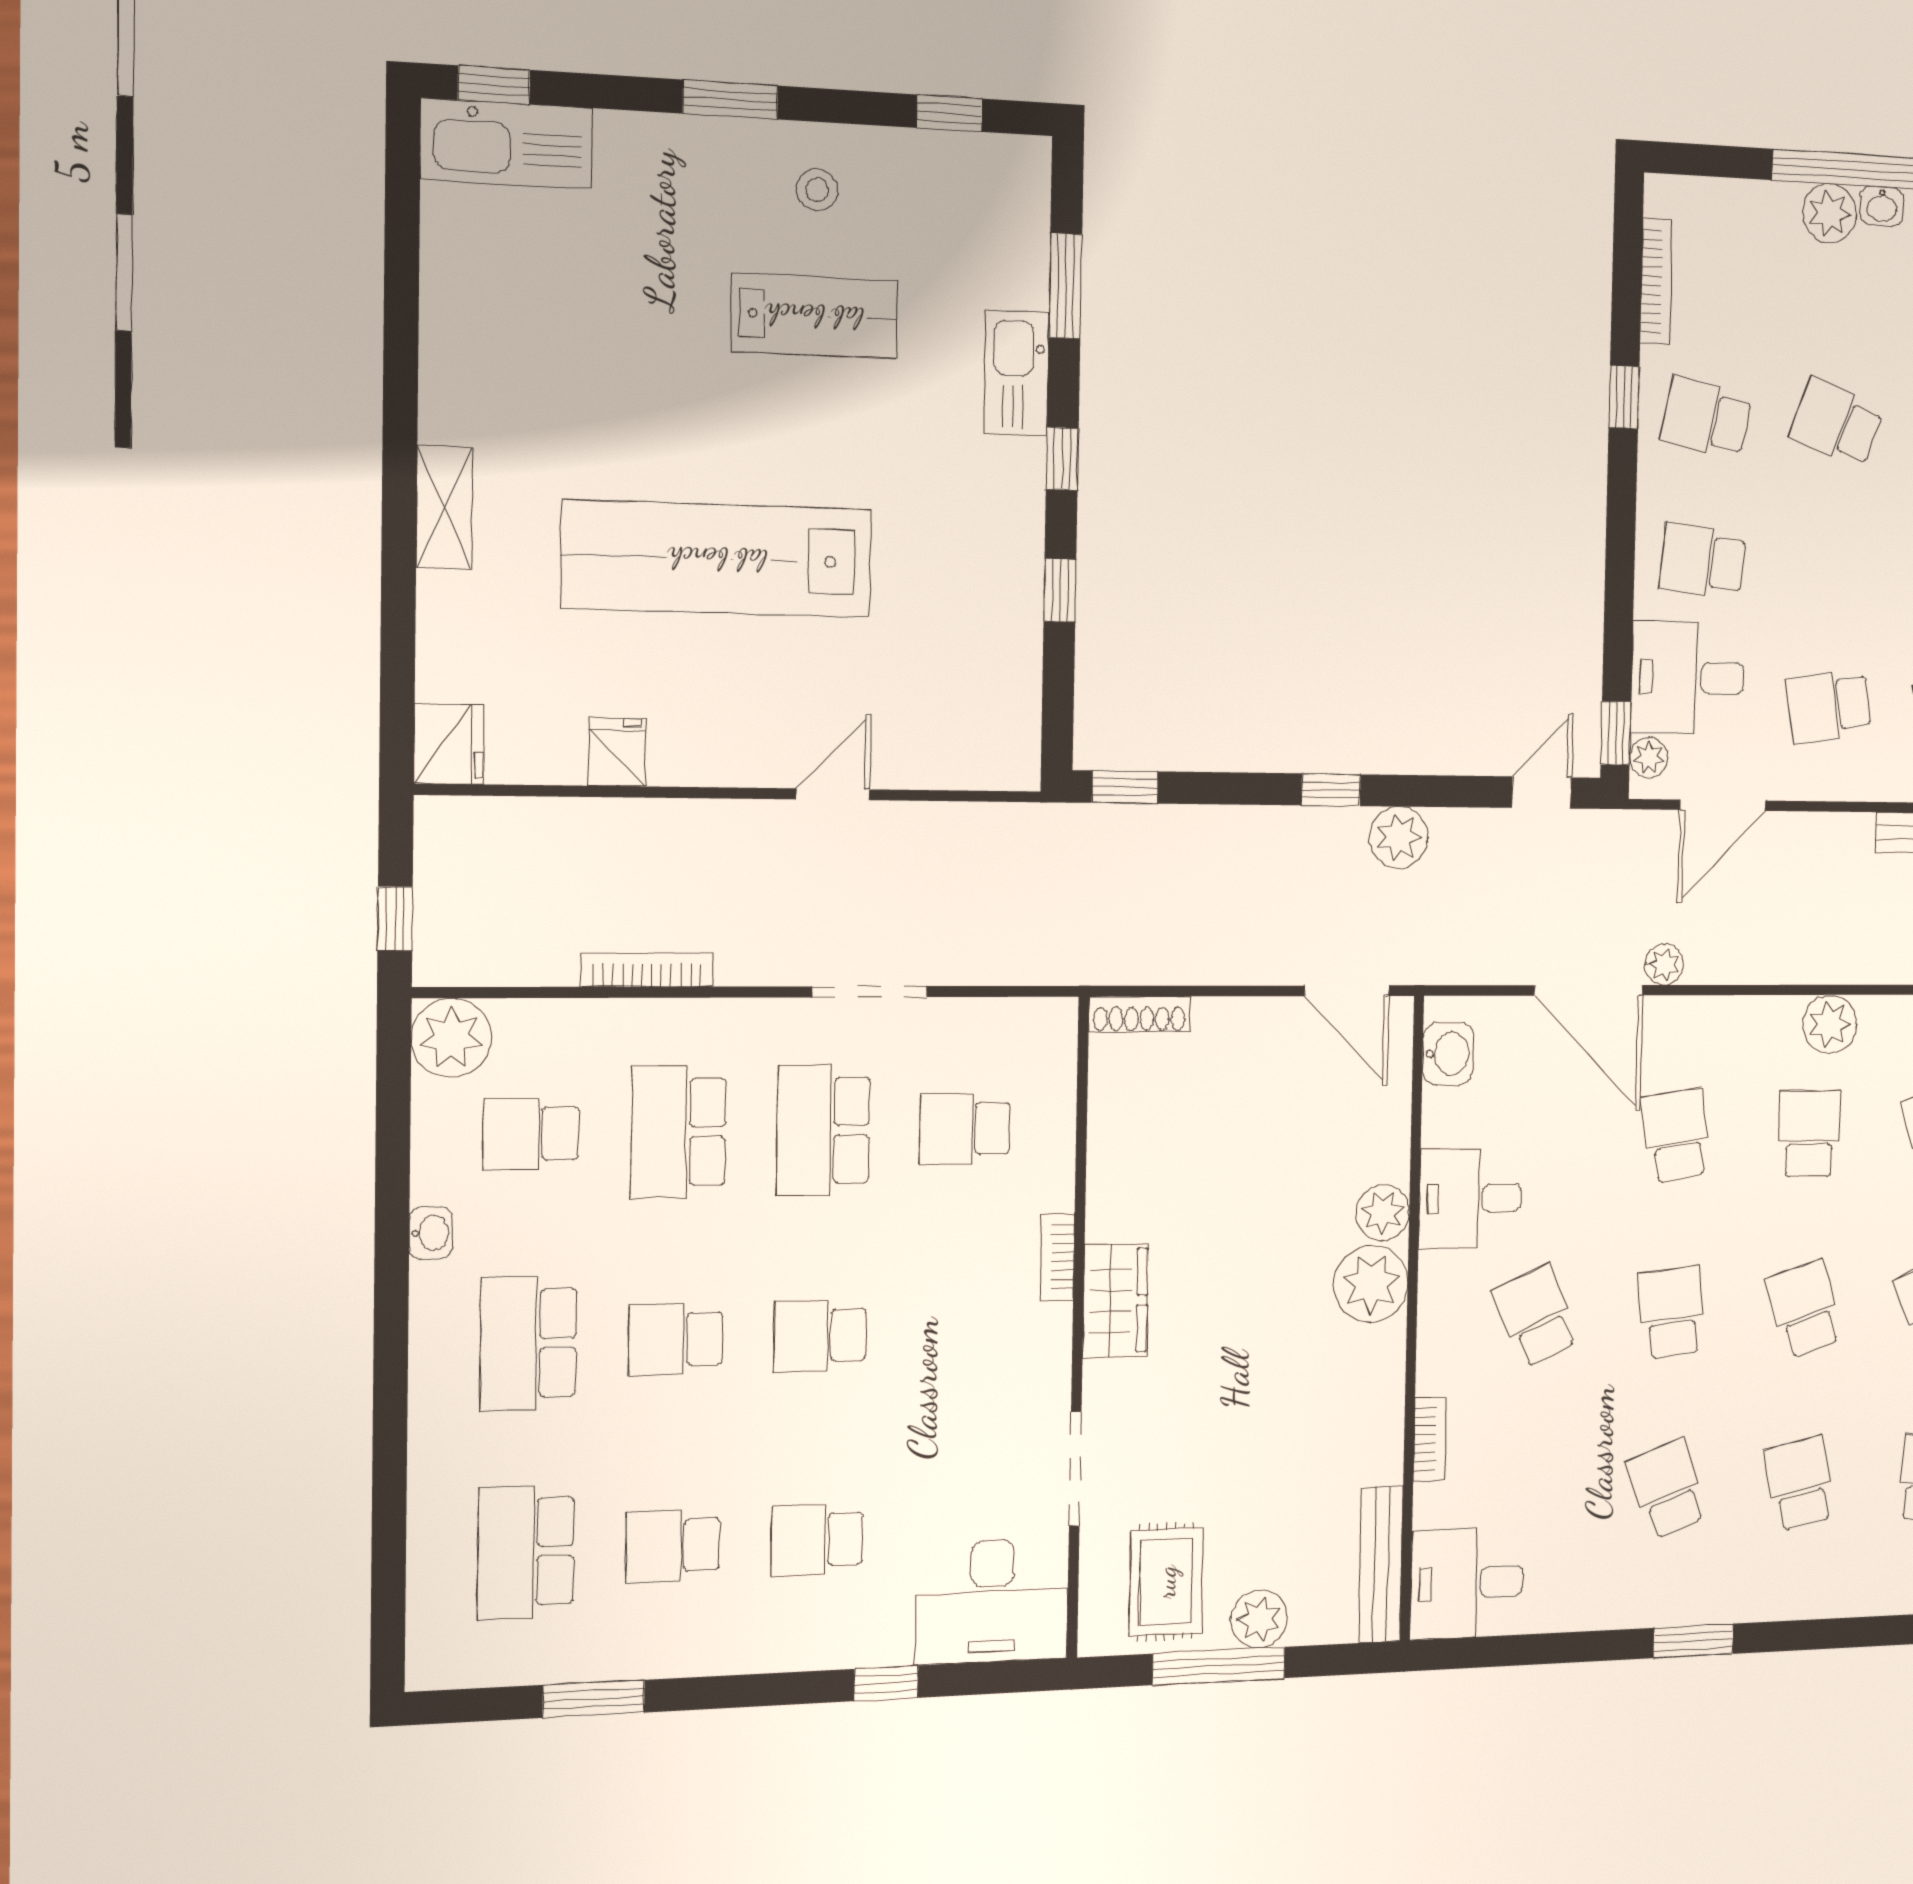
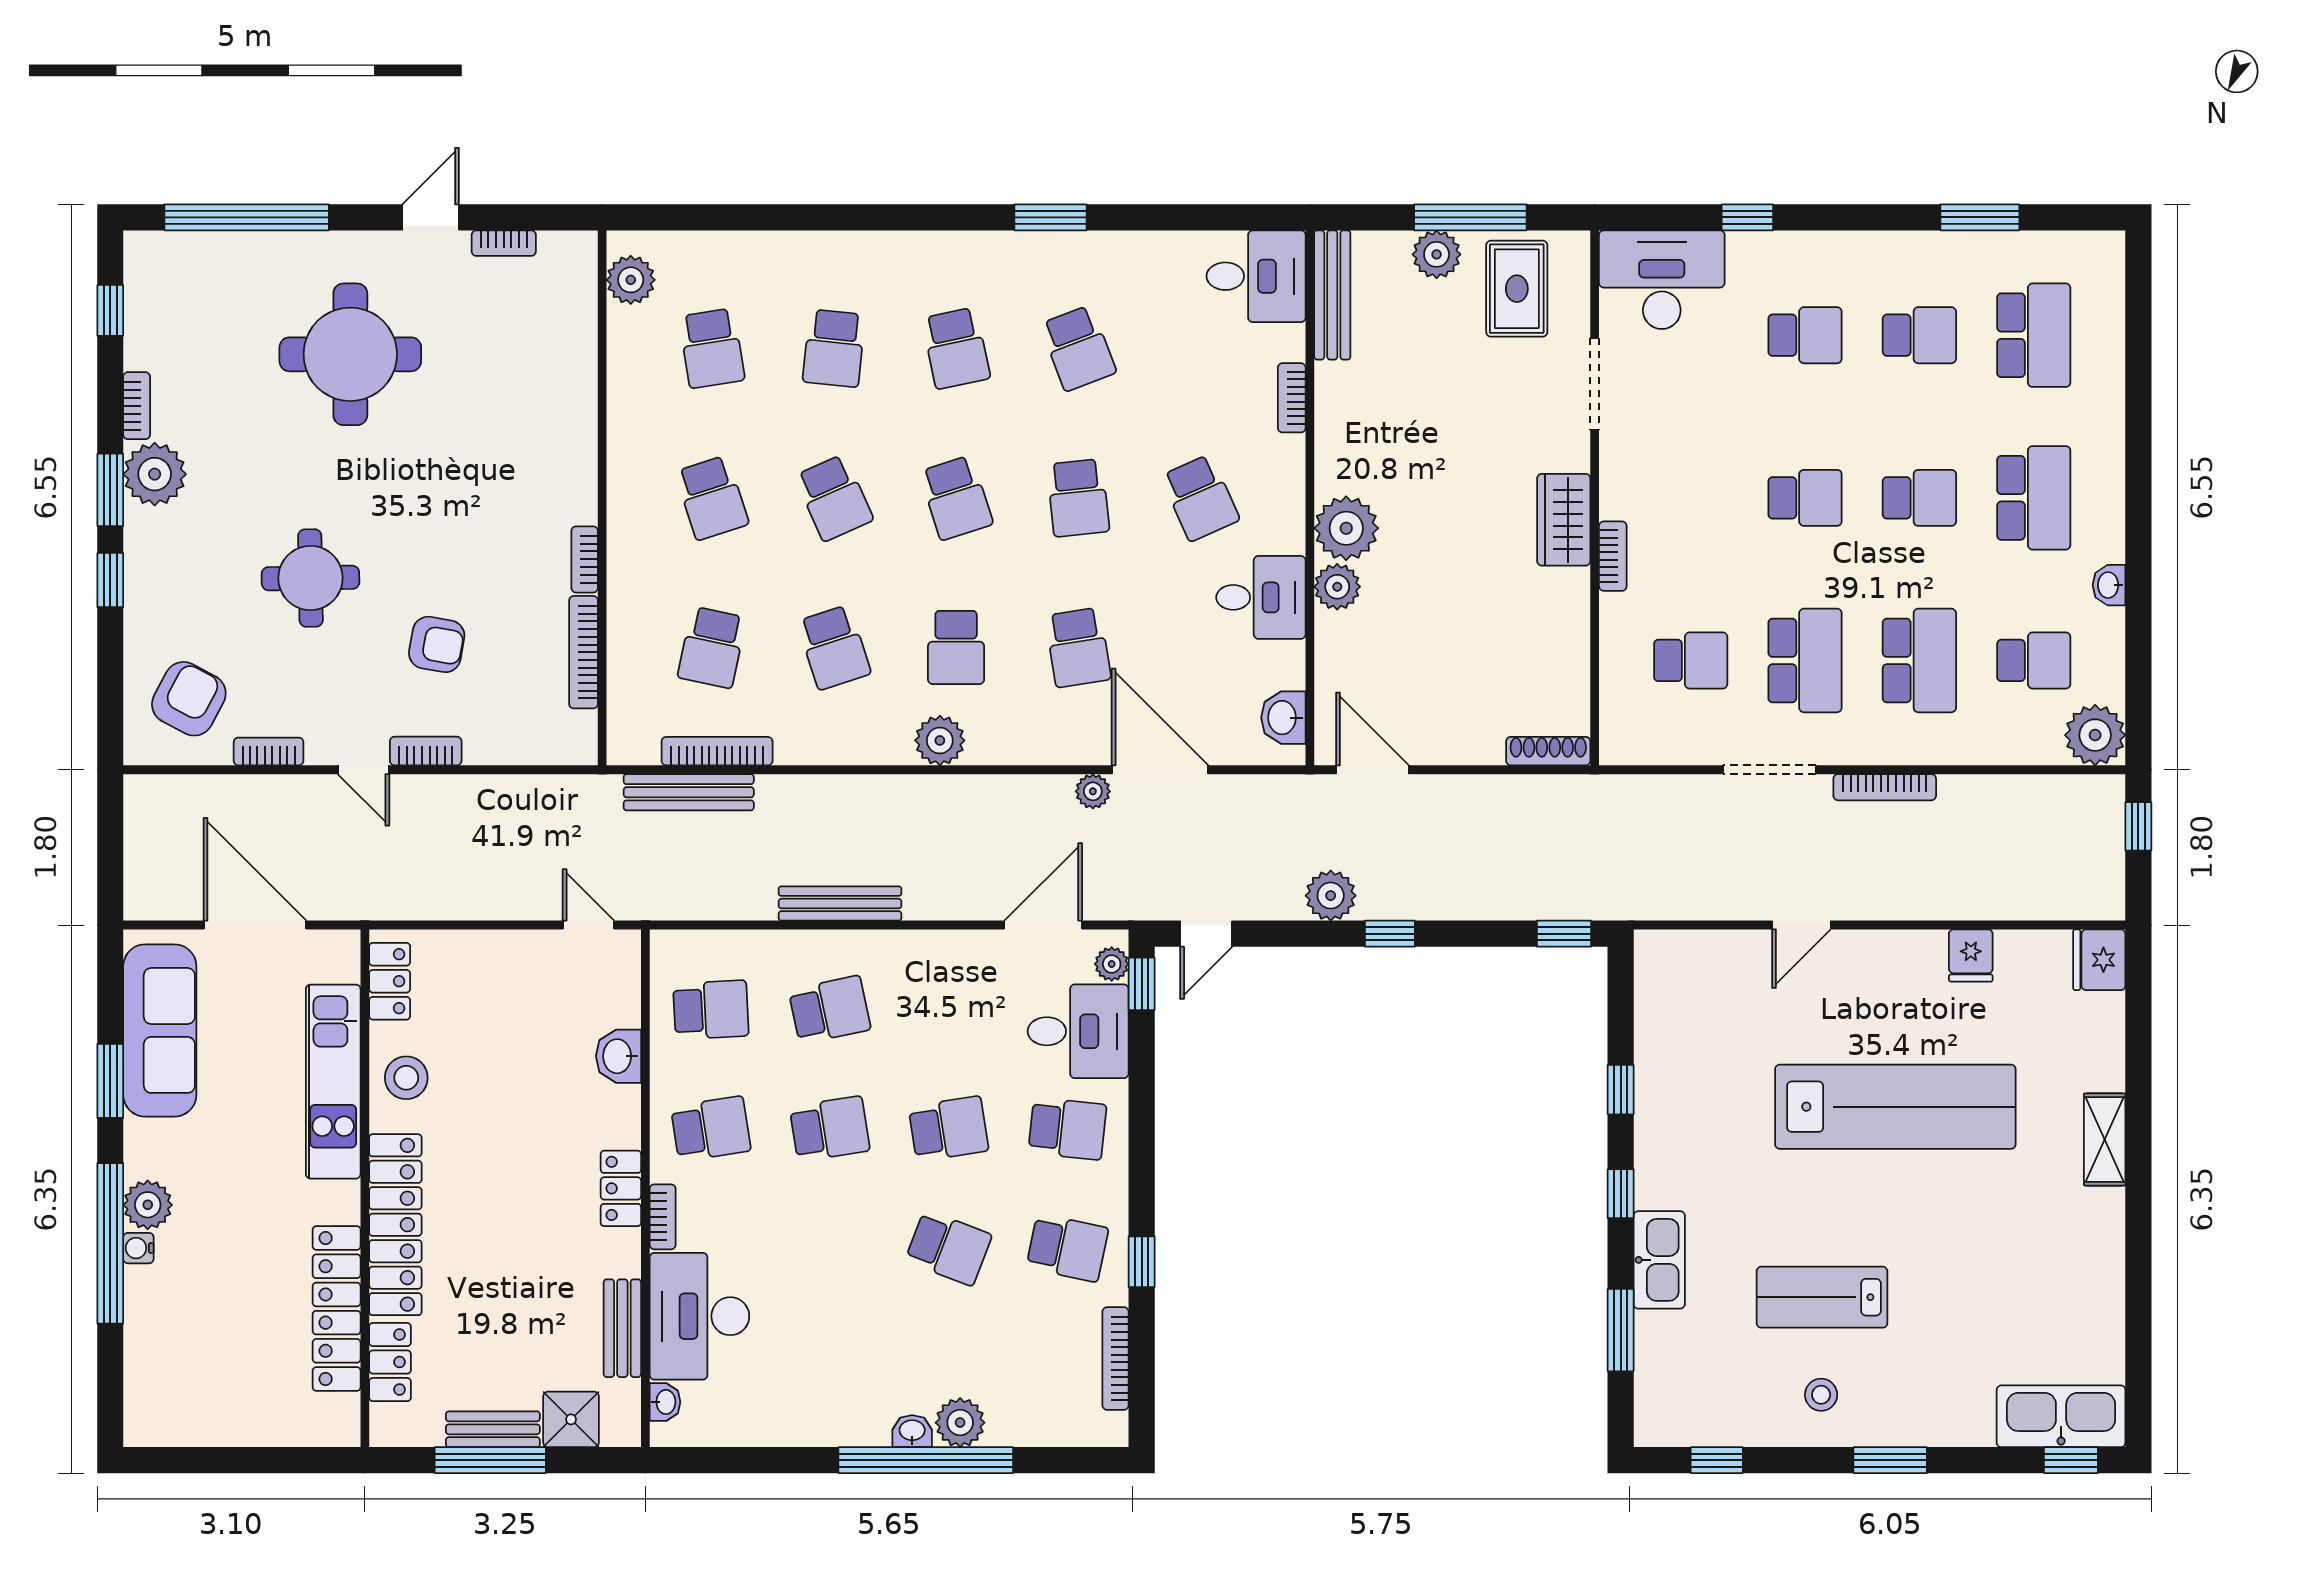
school desk: (1829, 706) -> (949, 1129), moved
bookcase: (647, 970) -> (1885, 787), moved

